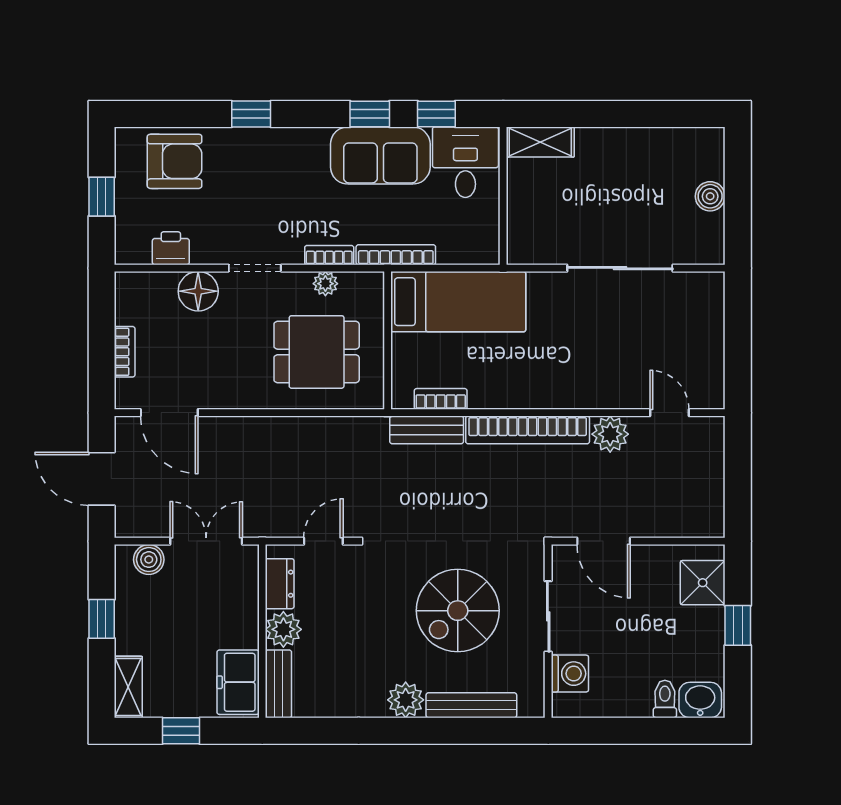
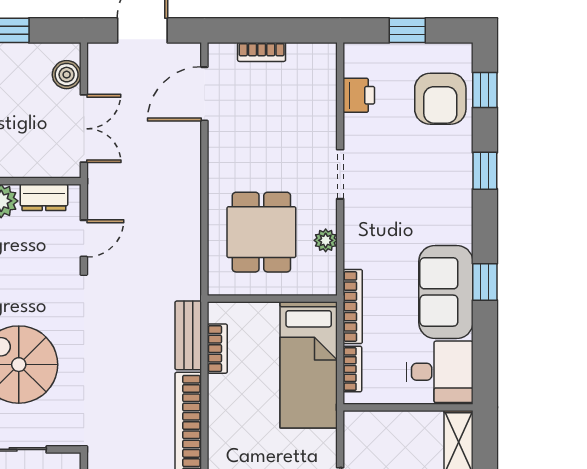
window: (436, 114) -> (485, 90), moved
bookcase: (329, 255) -> (352, 369), moved
floor lamp: (198, 291) -> (318, 121), removed
door: (323, 541) -> (84, 238), hinge flipped

